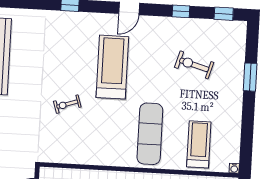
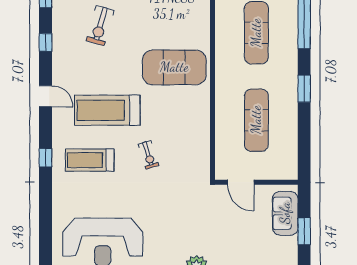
exercise mat: (150, 134) -> (174, 67), width x1.47
treadmill: (199, 144) -> (90, 160), moved

